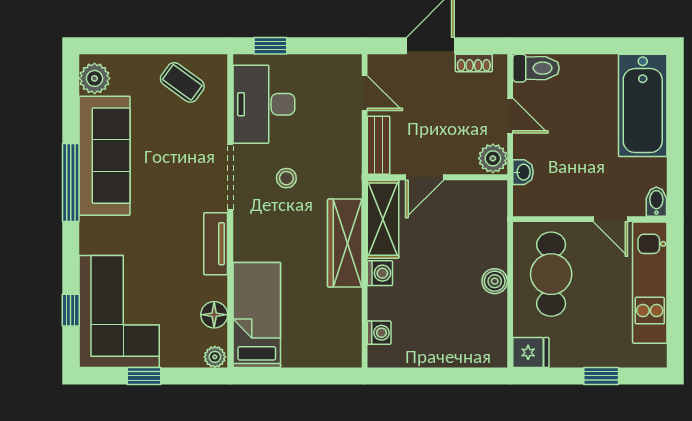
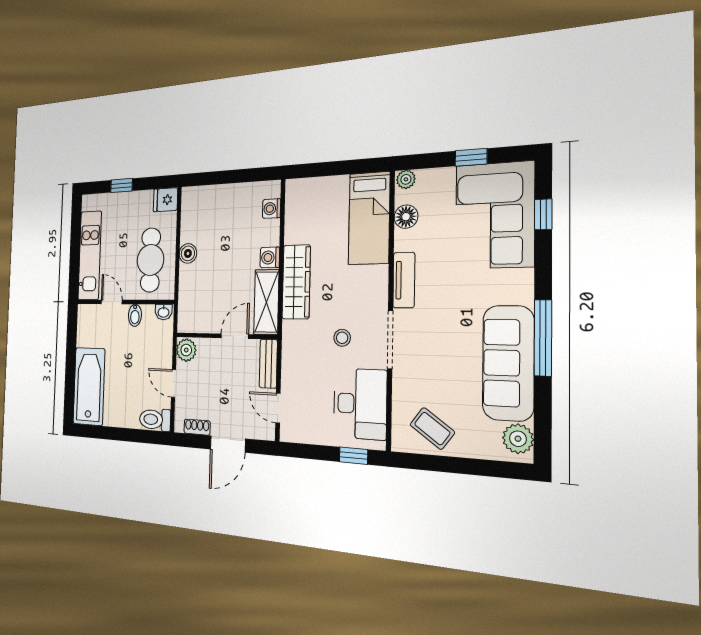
washbasin: (523, 172) -> (164, 312), moved, turned -90
bidet: (656, 202) -> (135, 315), moved

